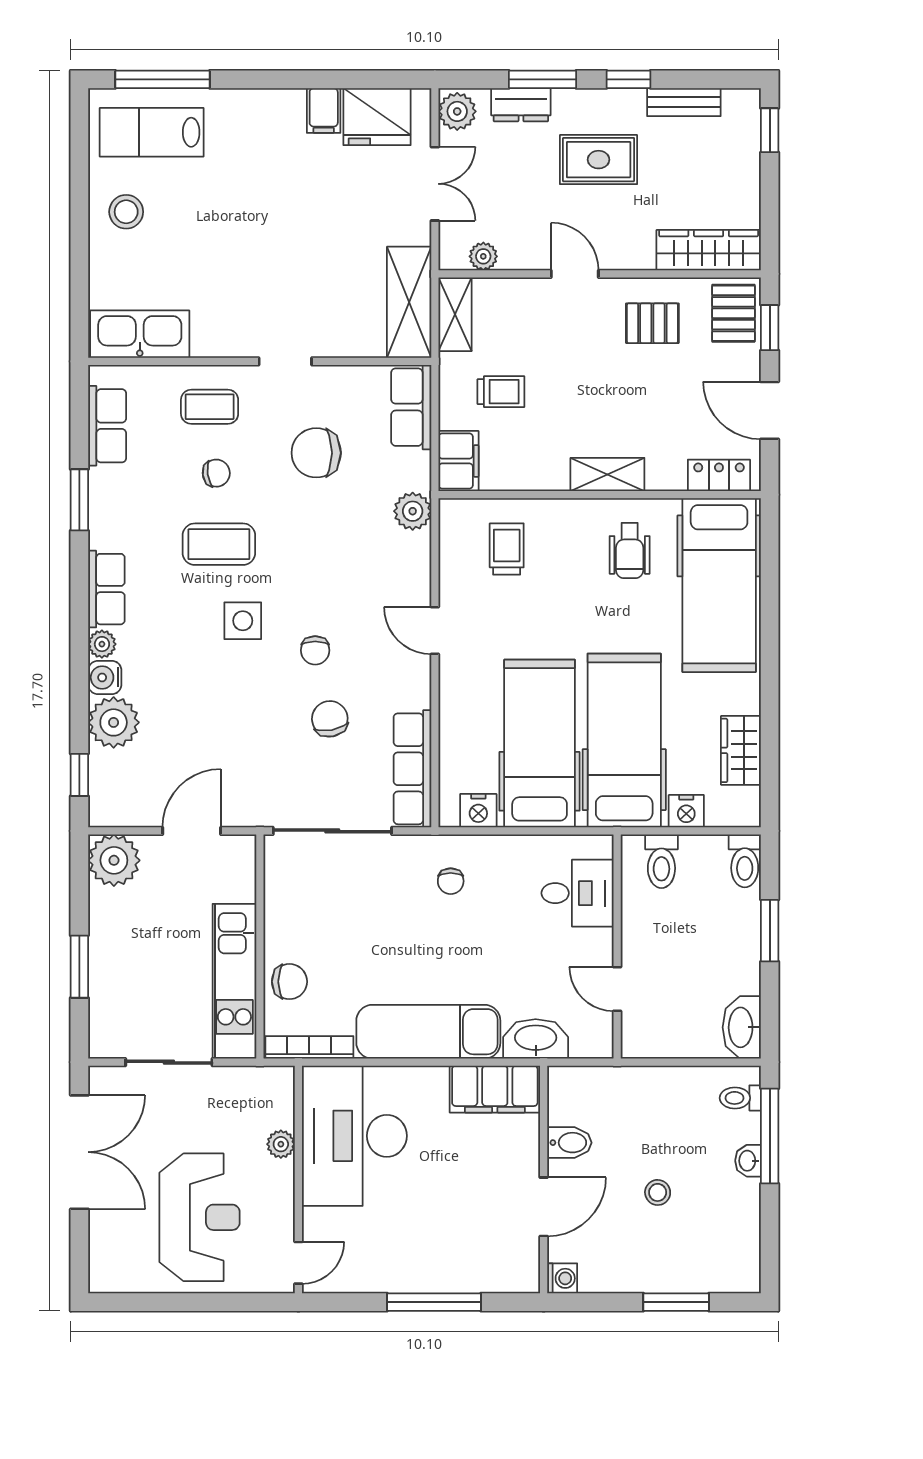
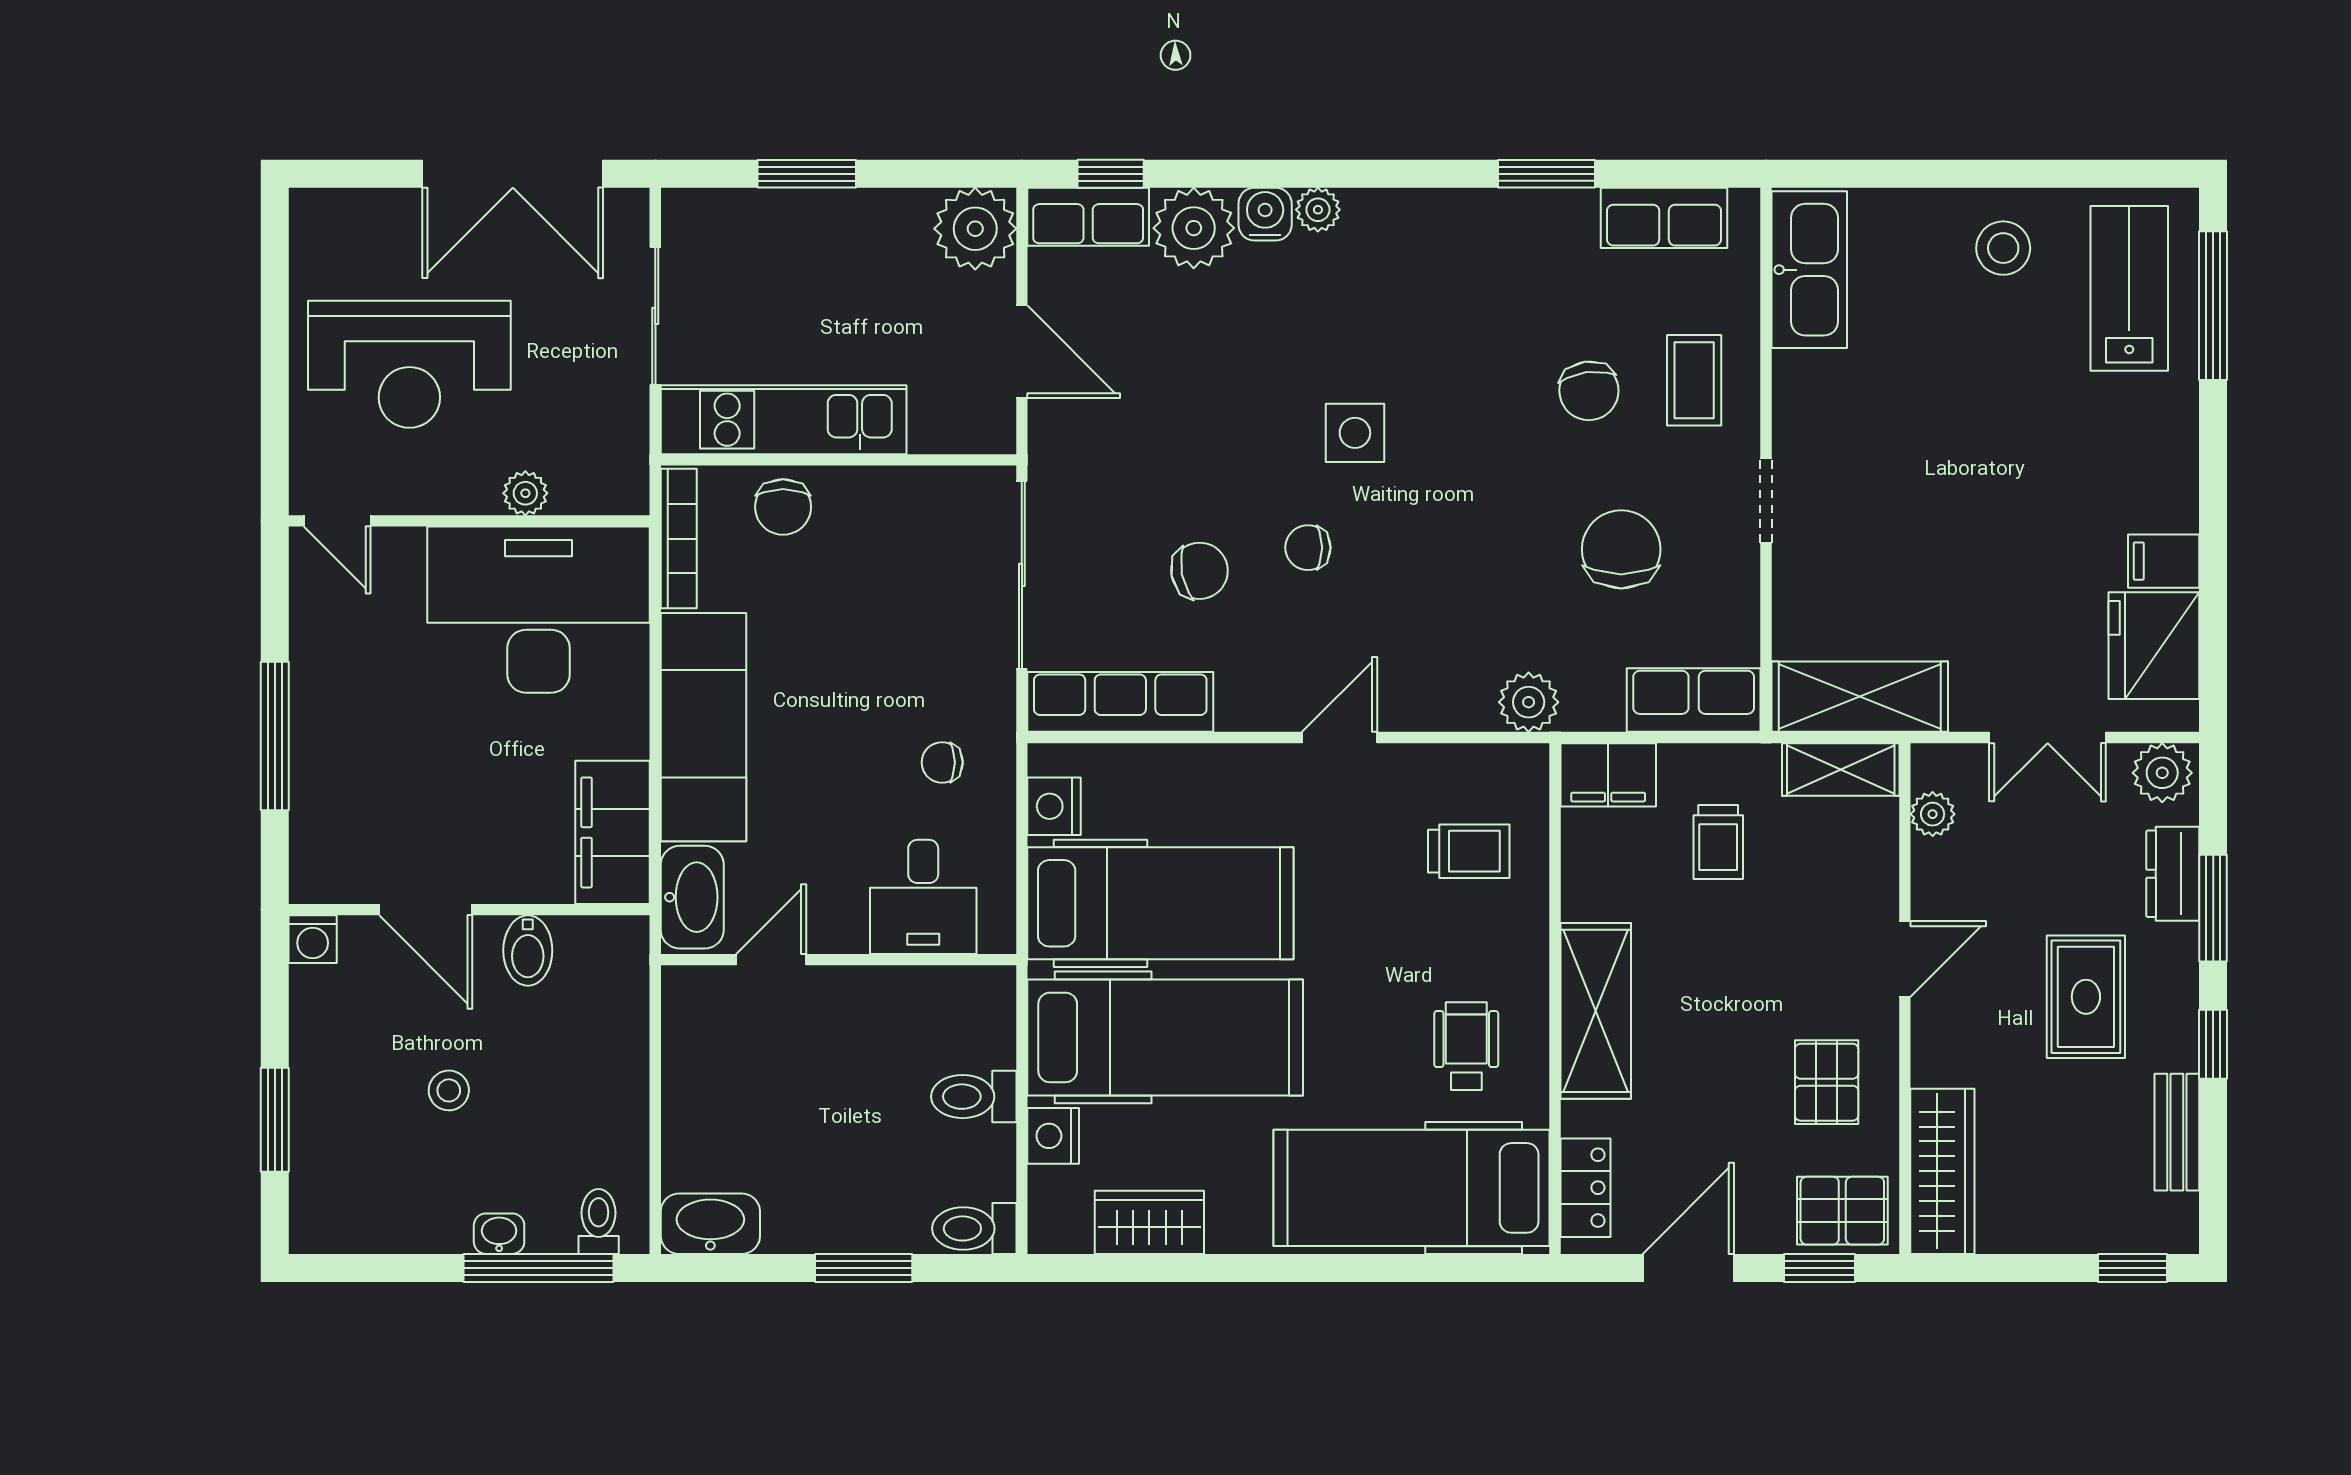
chair: (216, 473) -> (1589, 391), width x1.37, depth x1.37
shelving: (607, 474) -> (1596, 1011), width x1.50, depth x1.33
coffee table: (219, 544) -> (1476, 395), removed
wheelchair: (630, 551) -> (1466, 1046), turned 90
row of seats: (106, 589) -> (1088, 217), moved
desk: (578, 893) -> (923, 897), moved
wall: (617, 947) -> (839, 960), moved
door: (617, 989) -> (771, 960), moved

